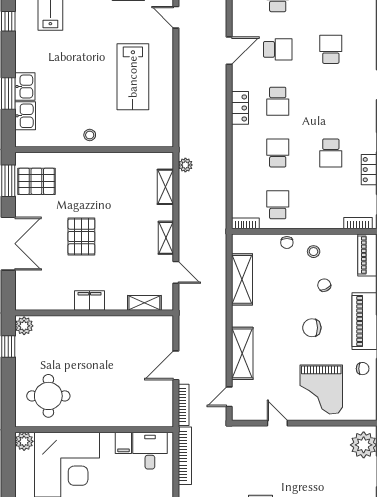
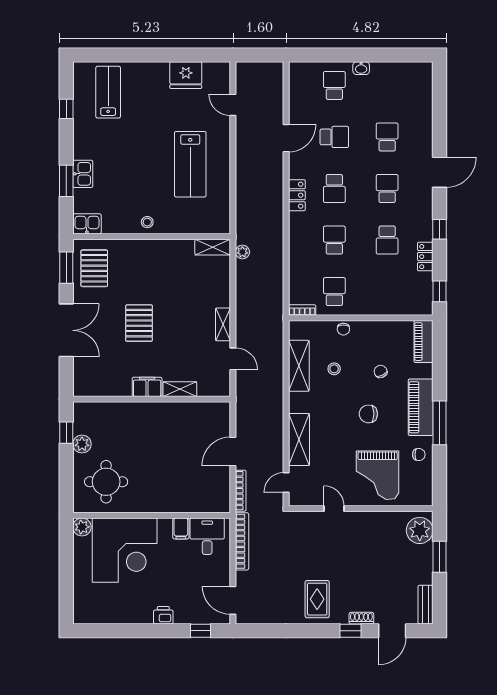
school desk: (331, 101) -> (387, 188), added
kitchen sink: (25, 116) -> (87, 224), moved, turned -90
pallet: (36, 181) -> (94, 268), turned 90
shelving: (165, 187) -> (213, 247), moved, turned 90
bookcase: (358, 223) -> (414, 310), removed
stool: (314, 252) -> (334, 369), moved
shelving: (144, 303) -> (180, 389), moved
plant: (24, 326) -> (82, 444), moved

